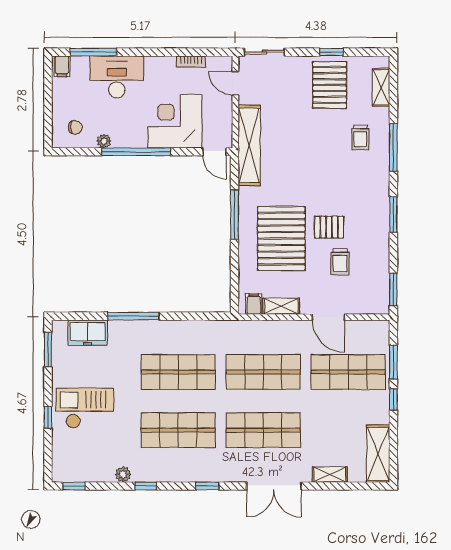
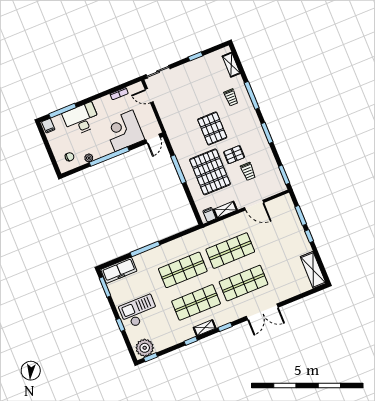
pallet: (330, 85) -> (212, 128), moved
shelving: (249, 145) -> (171, 127), removed
door: (215, 152) -> (153, 139), hinge flipped
freezer: (88, 333) -> (119, 270), width x1.40
shop shelf: (348, 372) -> (278, 231), removed
plant: (123, 475) -> (145, 348), moved, width x1.88, depth x1.88
shelving: (330, 475) -> (205, 328), moved

